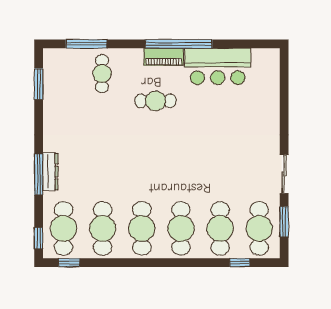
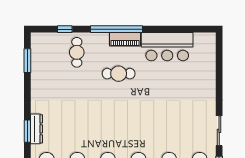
window: (86, 44) -> (65, 29), width x0.46
window: (179, 44) -> (116, 29), moved
window: (39, 174) -> (27, 131), width x0.69

